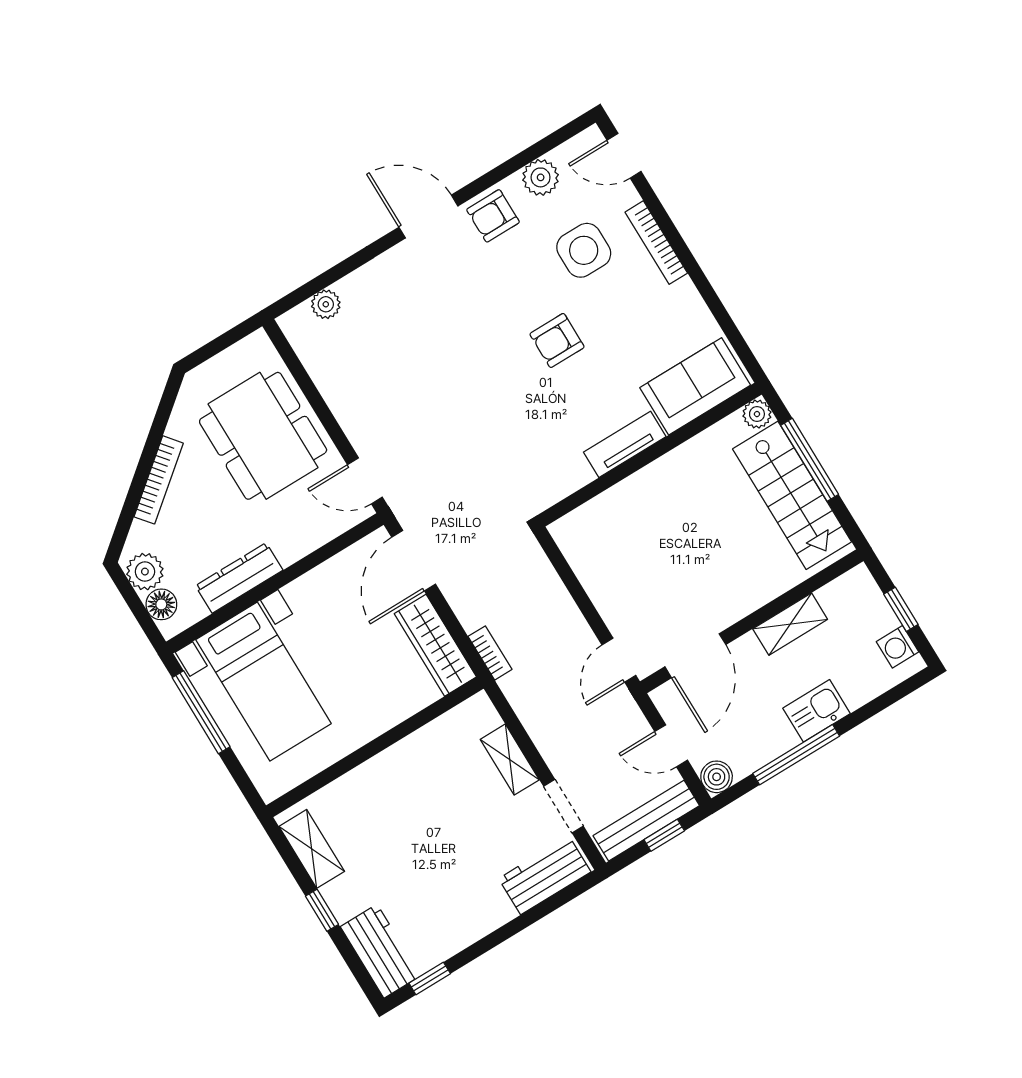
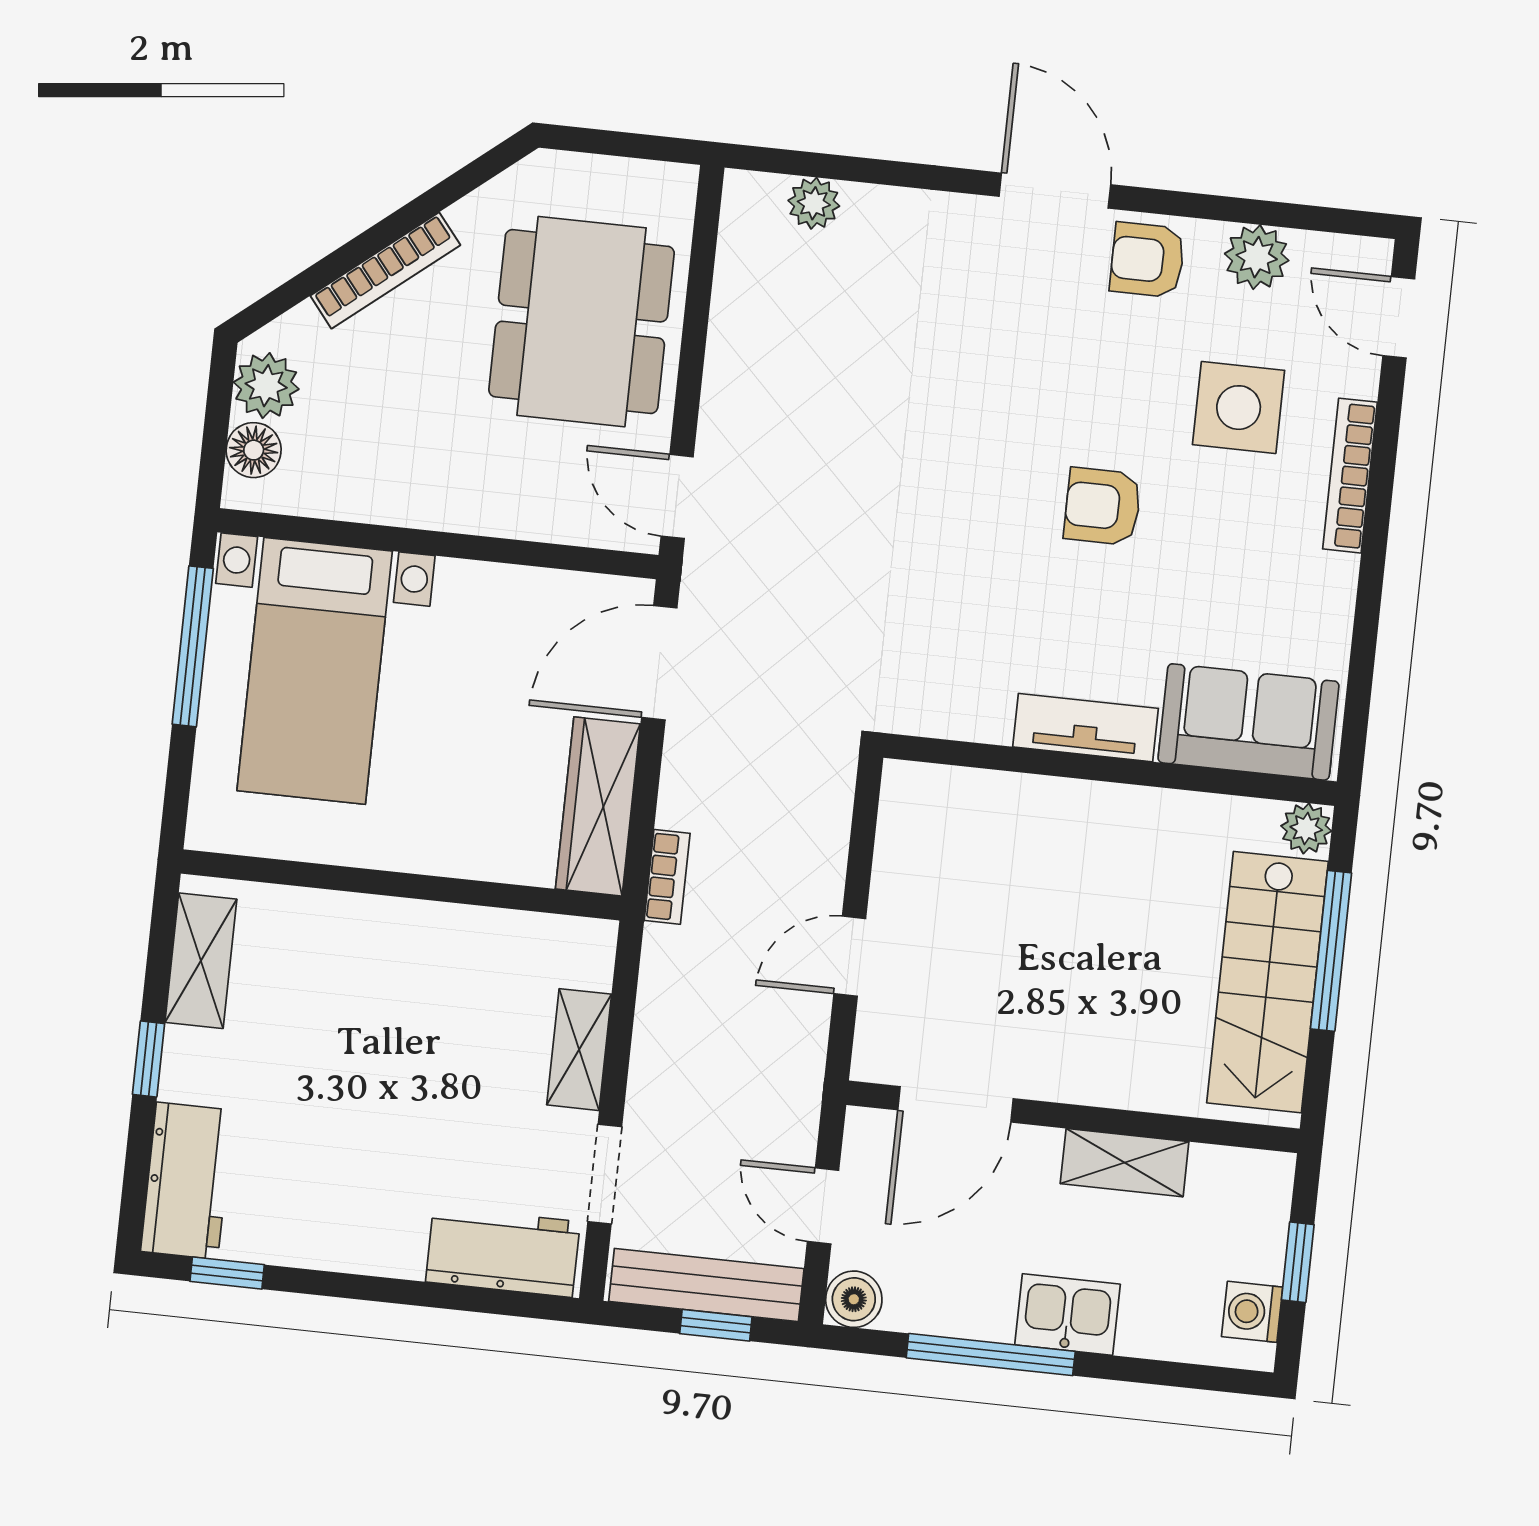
dresser: (239, 578) -> (393, 497), removed
door: (619, 660) -> (850, 956), moved

